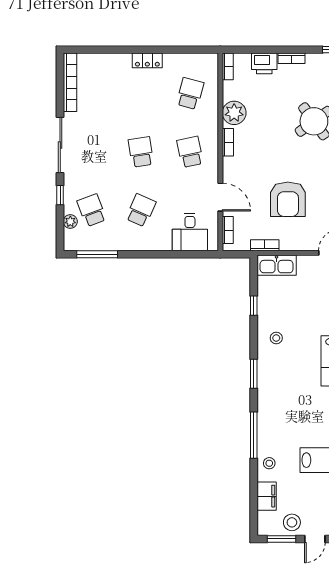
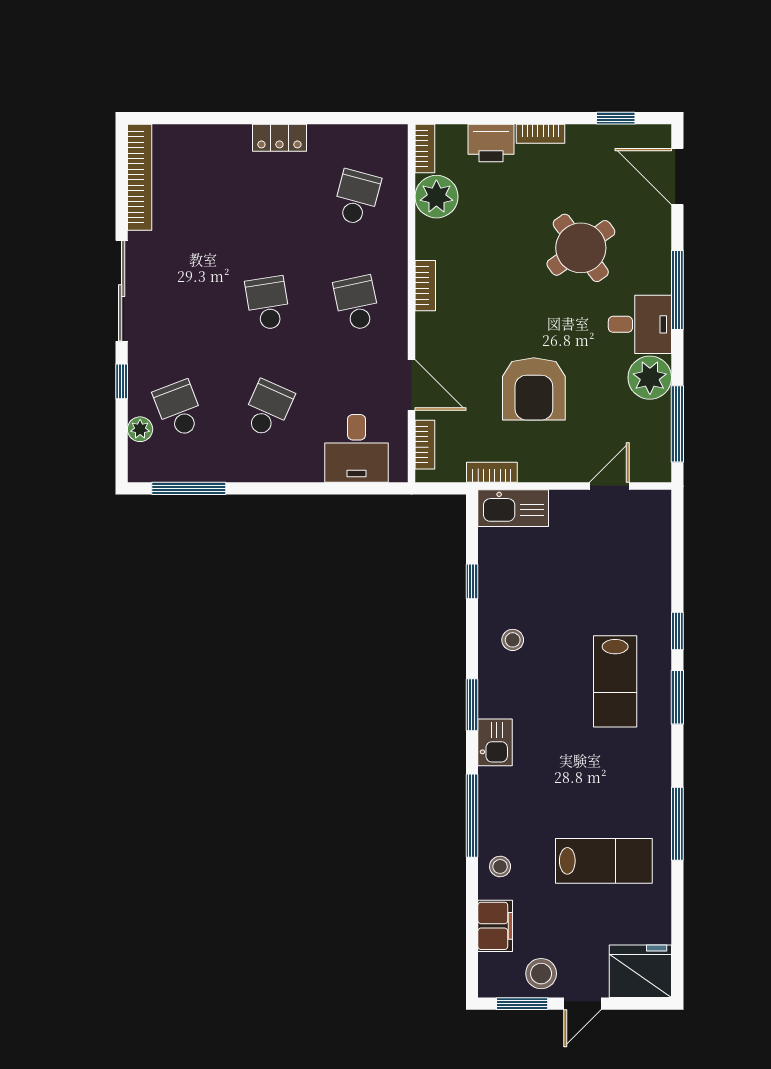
plant: (234, 113) -> (436, 197), moved
kitchen sink: (266, 395) -> (495, 742), added

